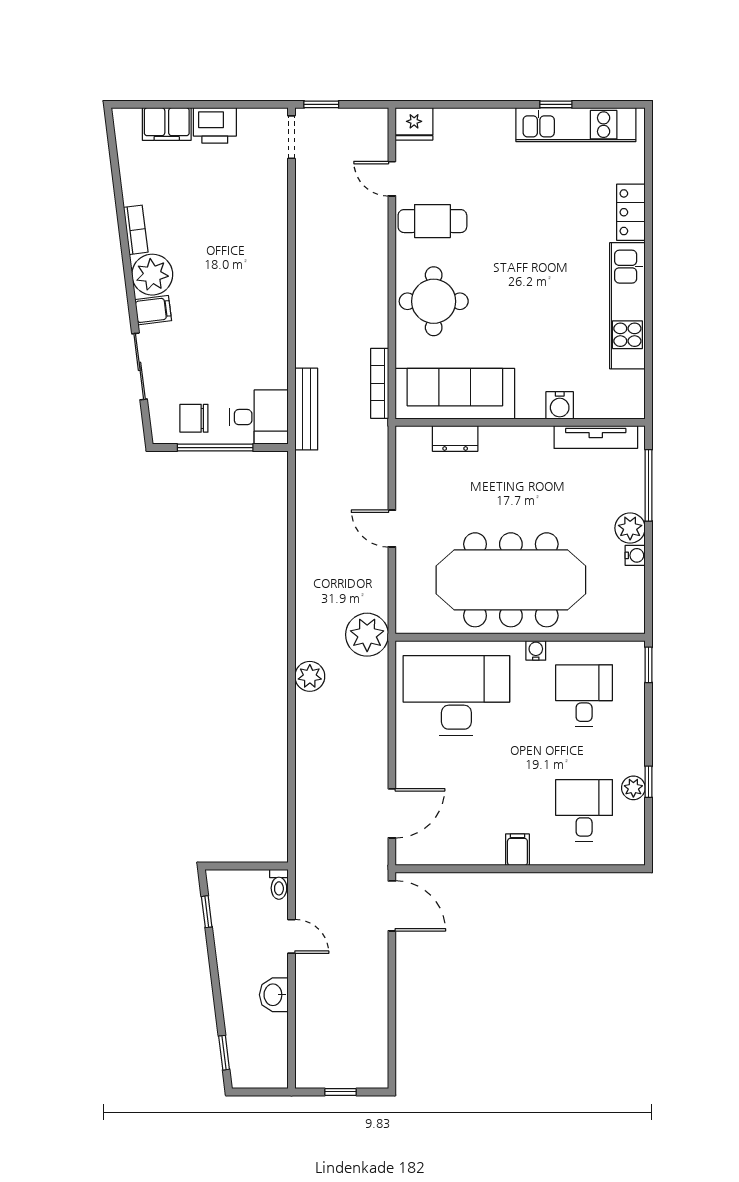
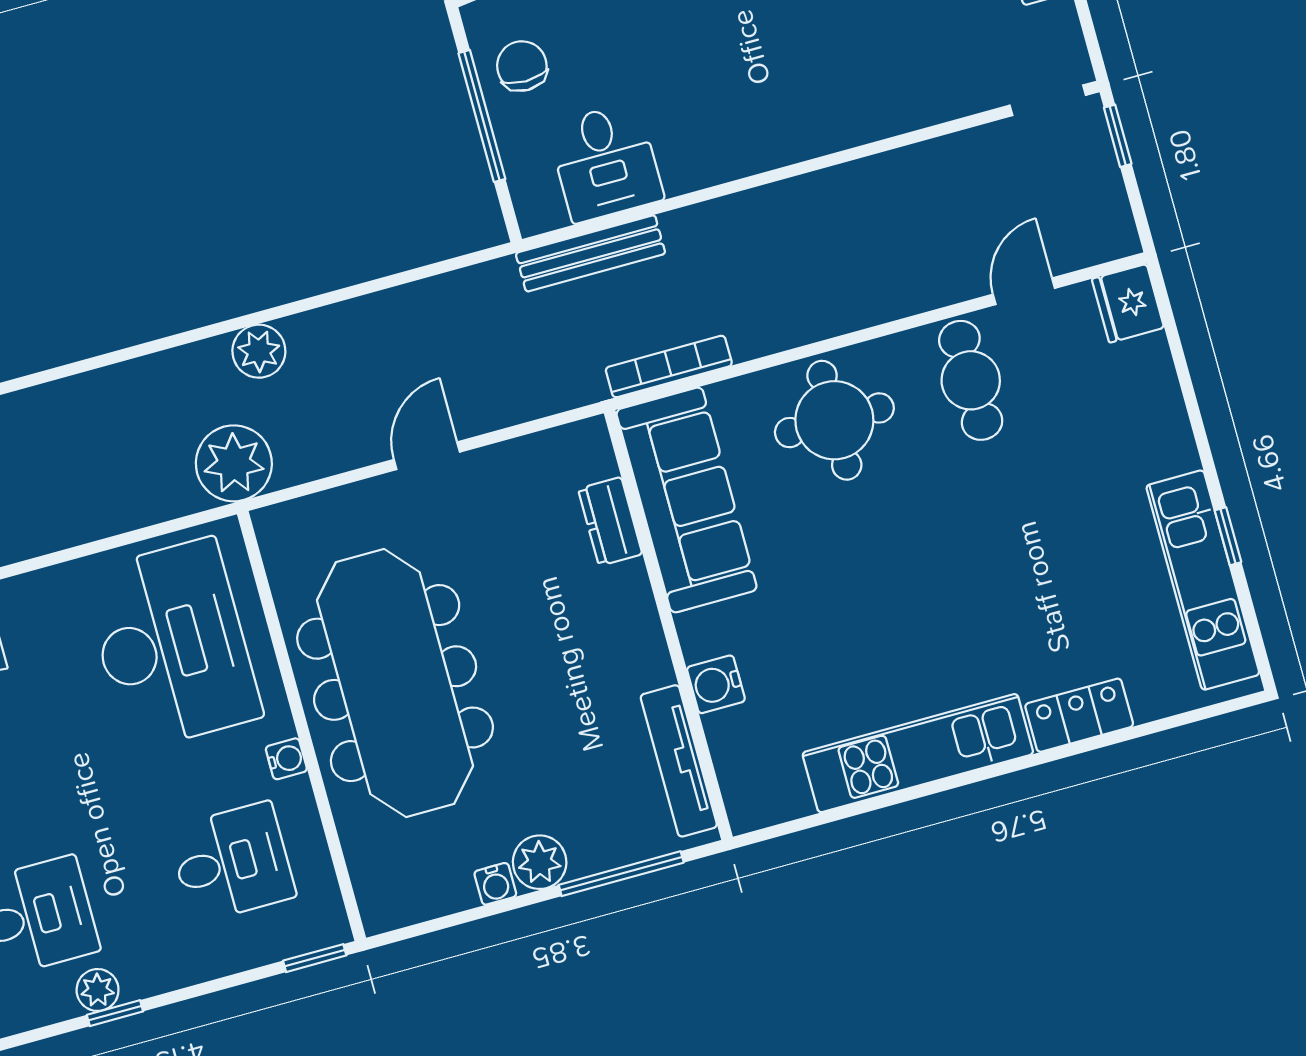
desk: (259, 417) -> (605, 162), moved
plant: (310, 676) -> (259, 351), moved

